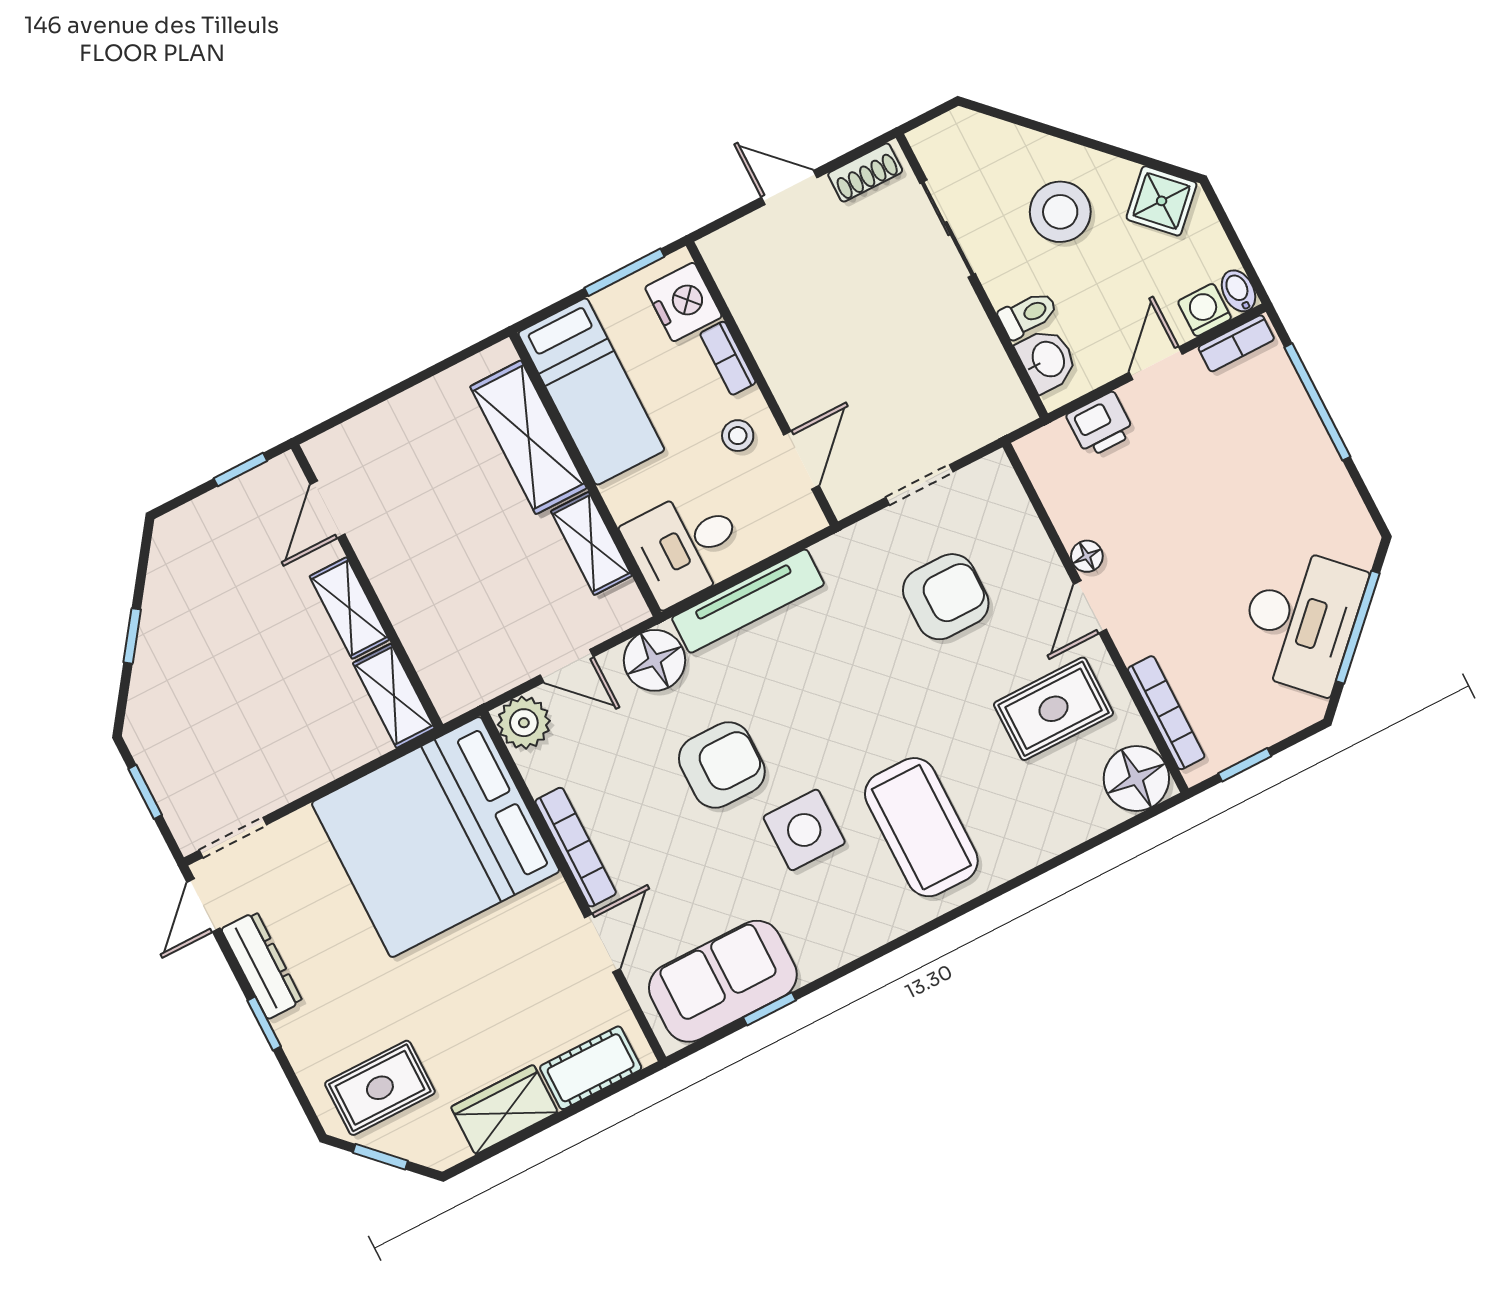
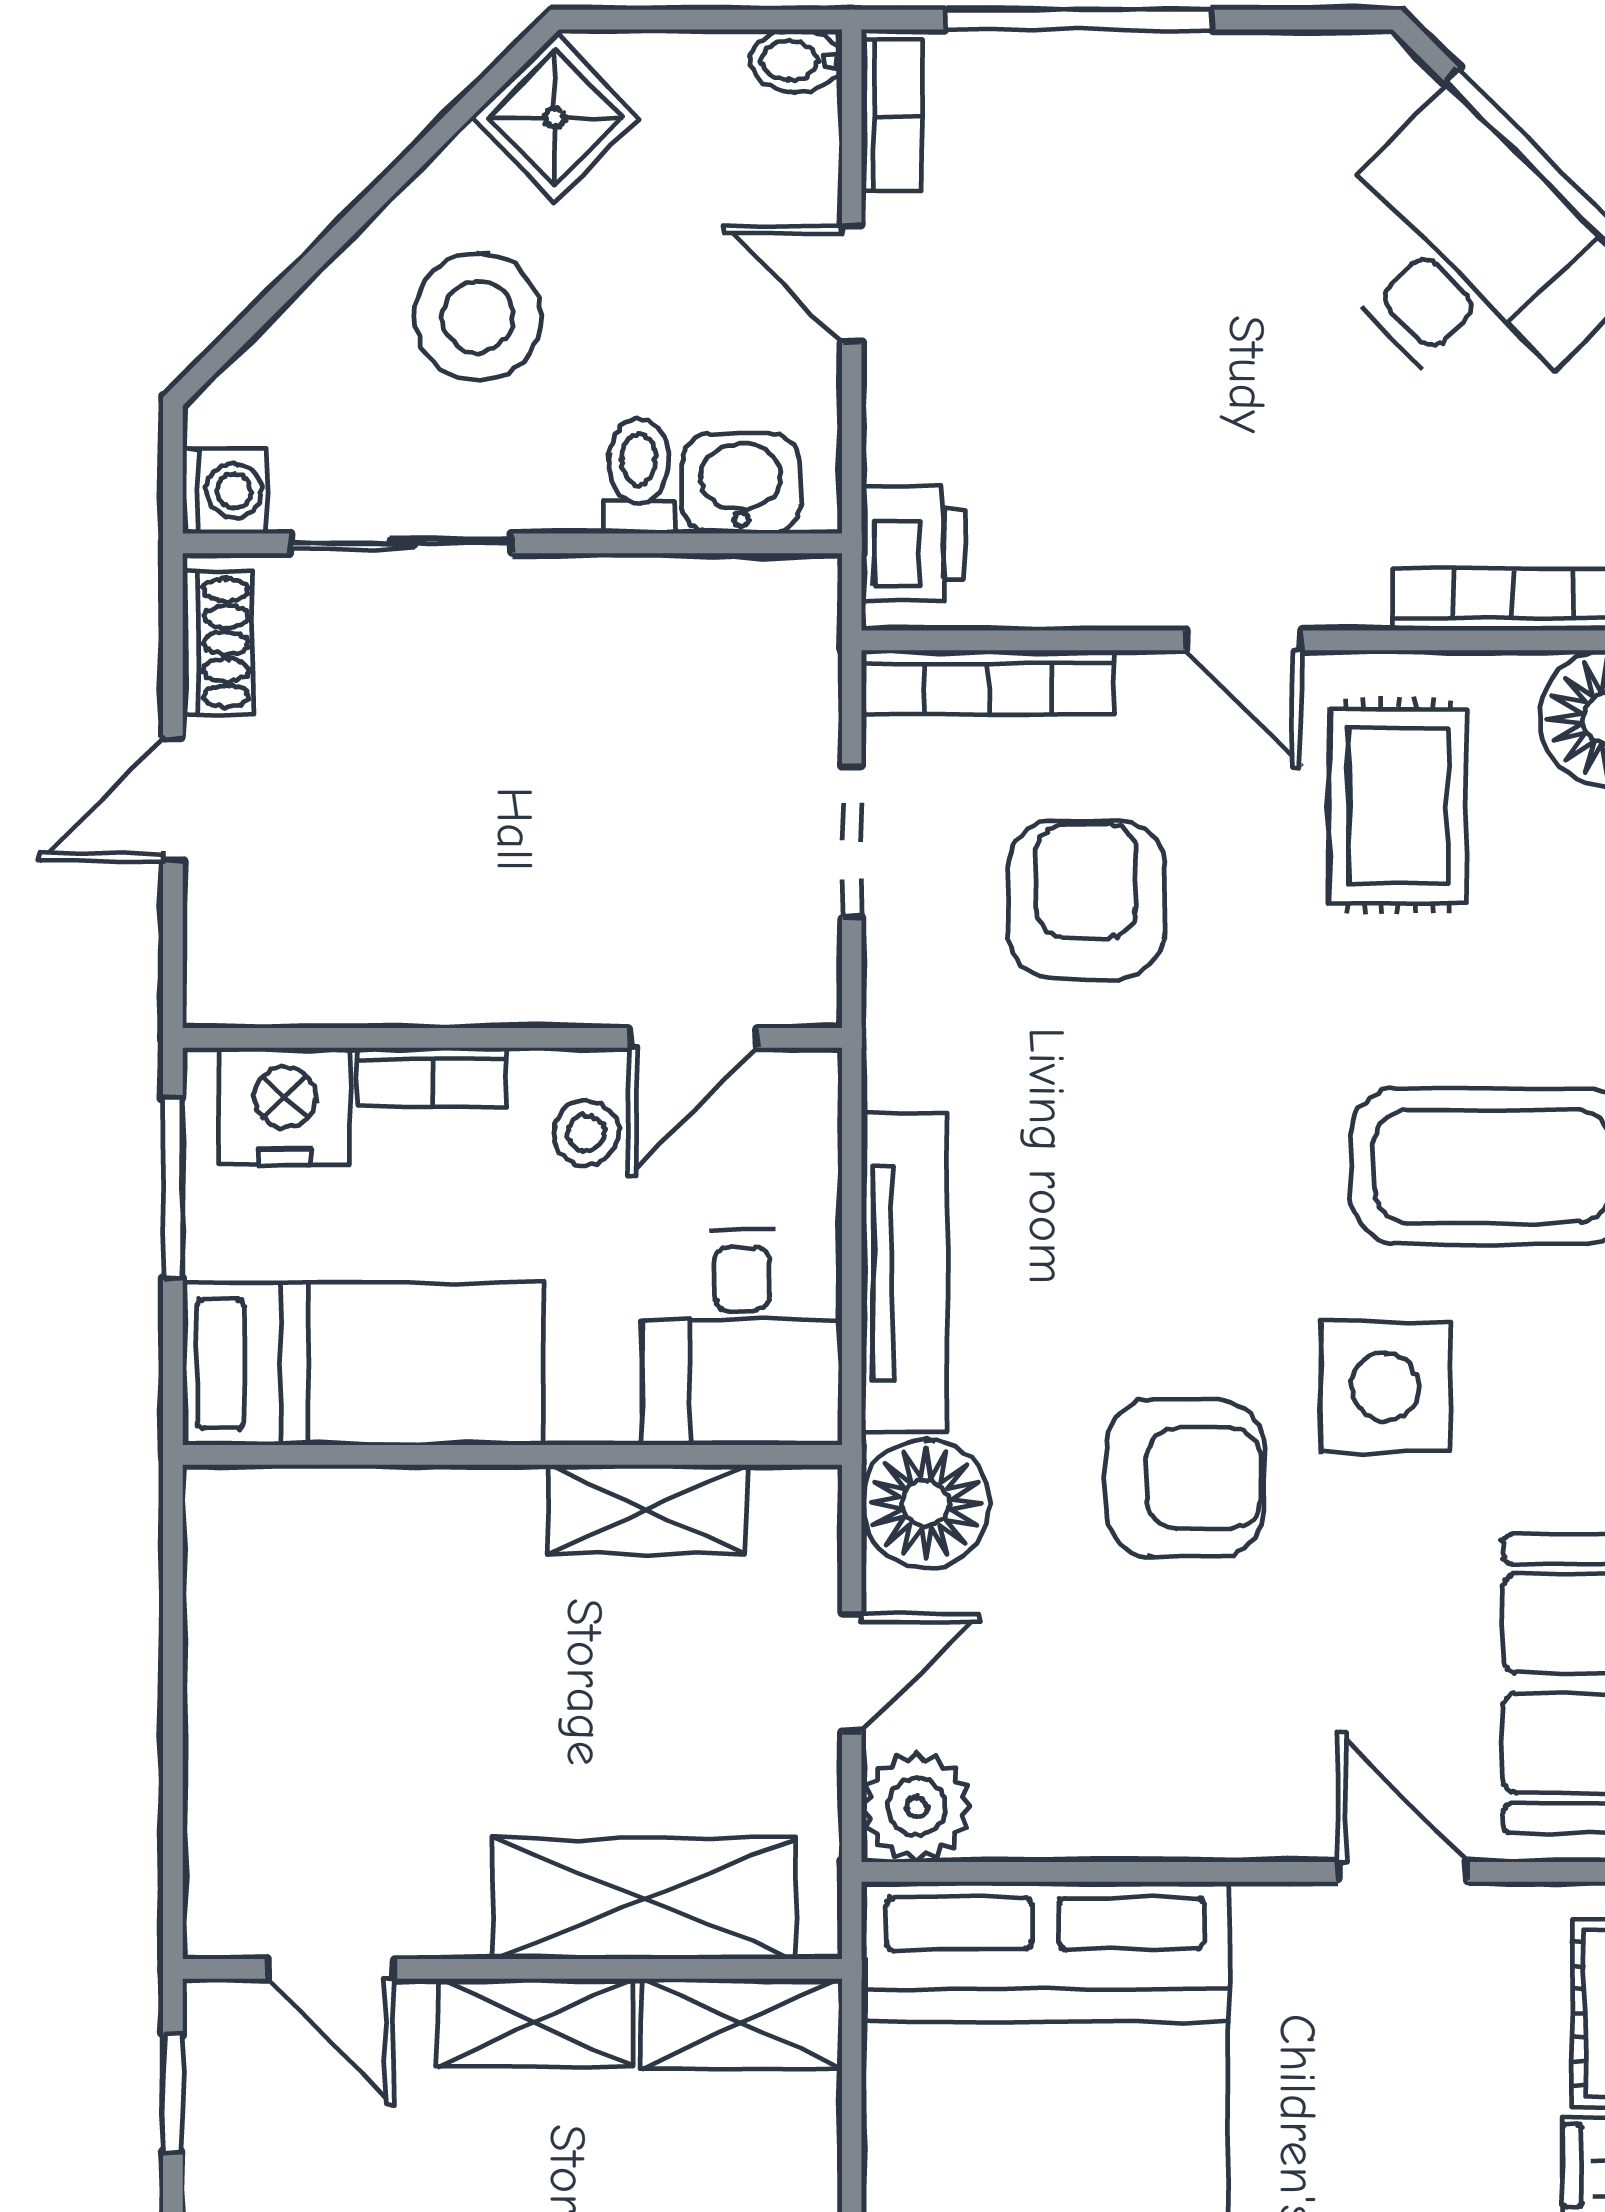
washing machine: (1205, 310) -> (225, 491), moved, turned 180
printer: (1101, 425) -> (913, 544), moved
shelving: (528, 437) -> (645, 1899), moved
door: (801, 460) -> (693, 1038), swing flipped
floor lamp: (1087, 556) -> (1146, 598), removed
armchair: (722, 765) -> (1185, 1478), turned 90
bookcase: (576, 847) -> (988, 682), moved, turned 180

